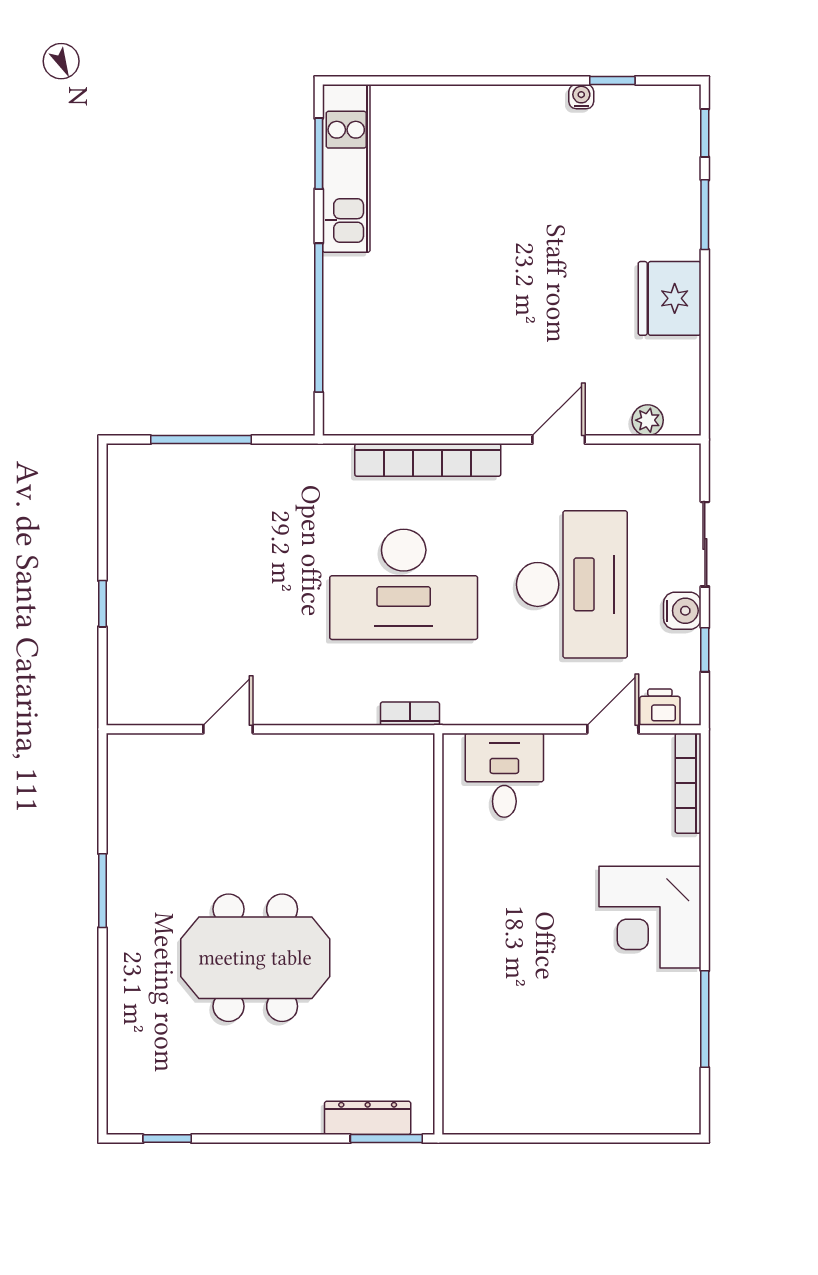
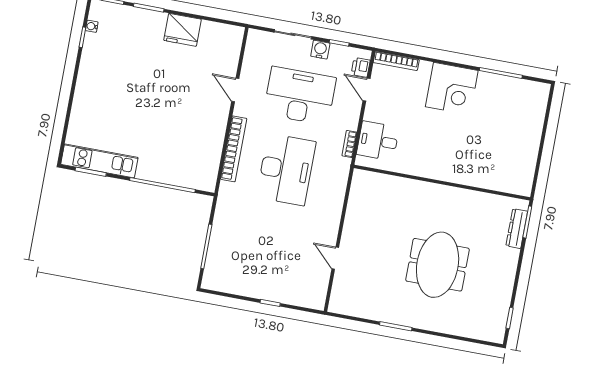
water cooler: (581, 97) -> (92, 26), moved
plant: (648, 420) -> (234, 49), removed
bookcase: (410, 714) -> (349, 144), moved

